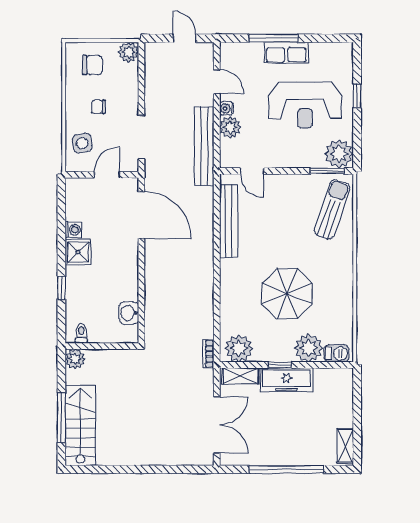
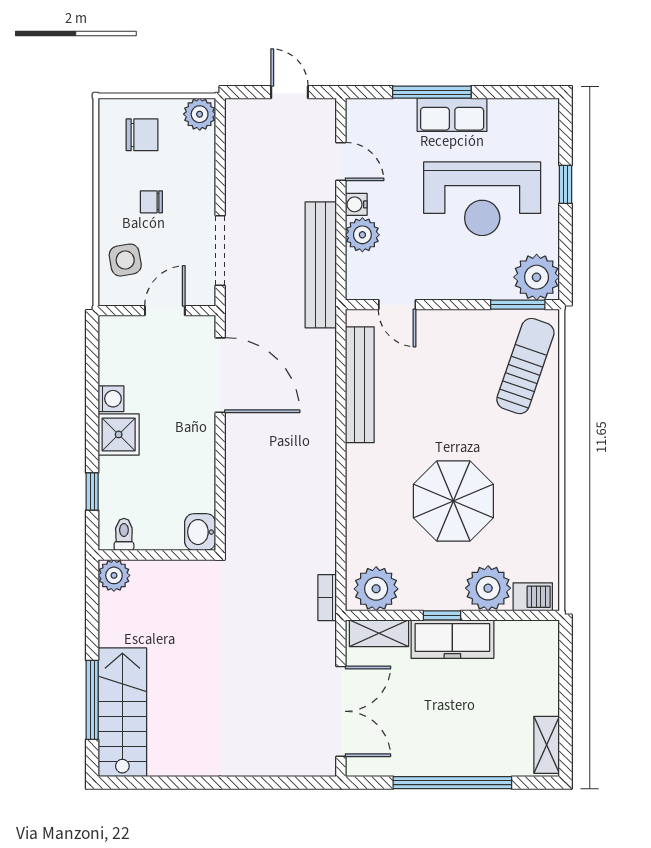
toilet: (81, 333) -> (124, 534), moved
wall: (102, 346) -> (157, 555), moved
plant: (75, 359) -> (114, 575), moved

